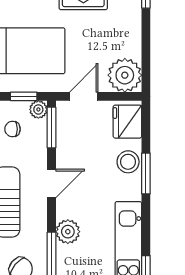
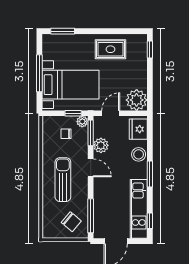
window: (146, 173) -> (150, 174), moved
door: (52, 183) -> (91, 168), hinge flipped
plant: (68, 232) -> (101, 145), moved

